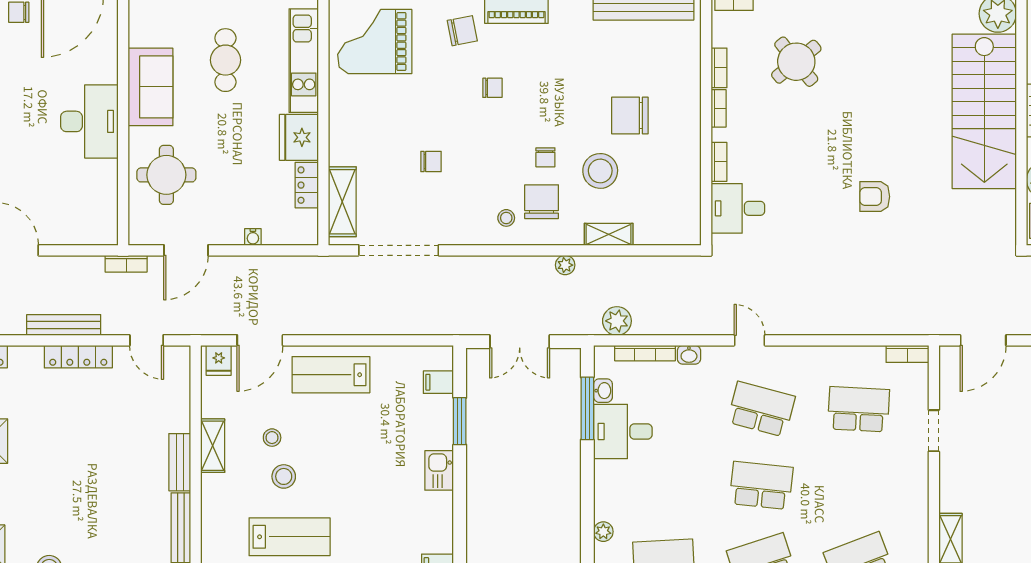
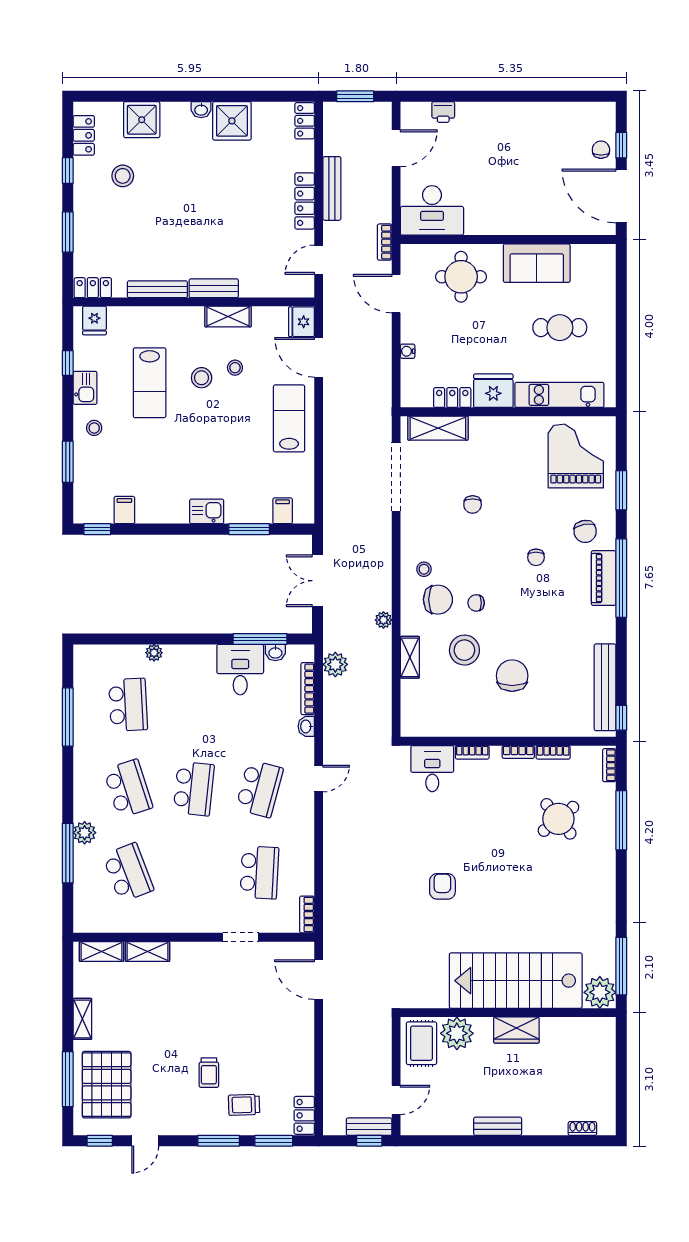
desk: (89, 121) -> (432, 210), moved
fridge: (219, 360) -> (301, 322), width x1.38

